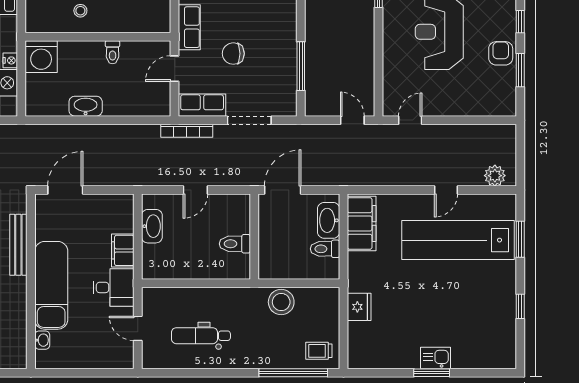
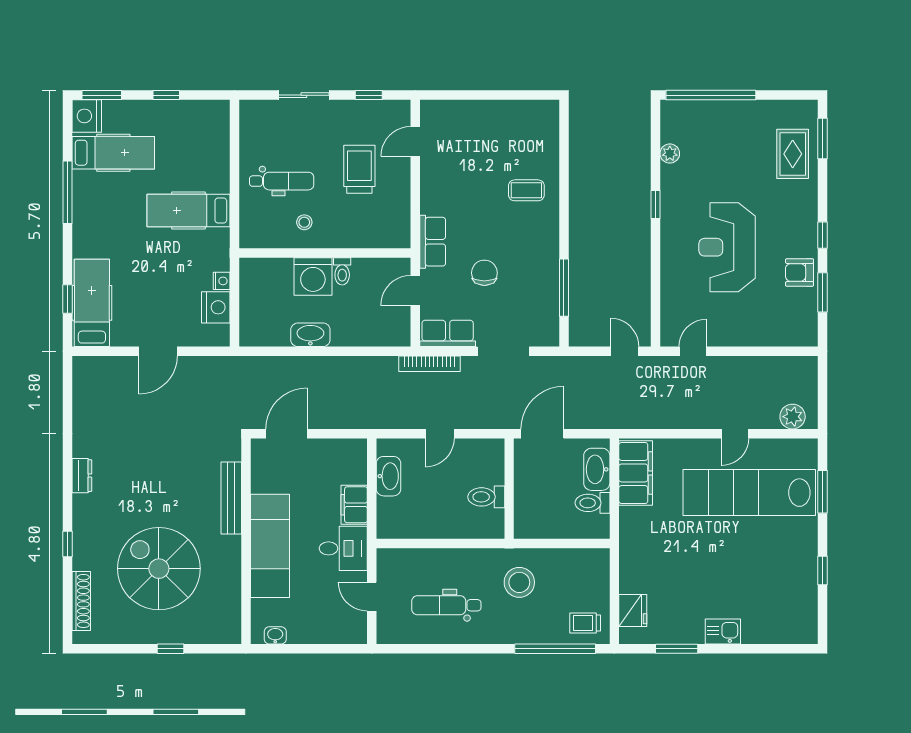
armchair: (501, 53) -> (800, 272), turned -90
chair: (233, 54) -> (484, 273), turned 90
washing machine: (41, 57) -> (313, 276), moved
stool: (281, 302) -> (519, 582), moved
fridge: (359, 307) -> (633, 610), moved
washbasin: (42, 340) -> (275, 635), moved, turned -90
window: (432, 373) -> (677, 649), moved

